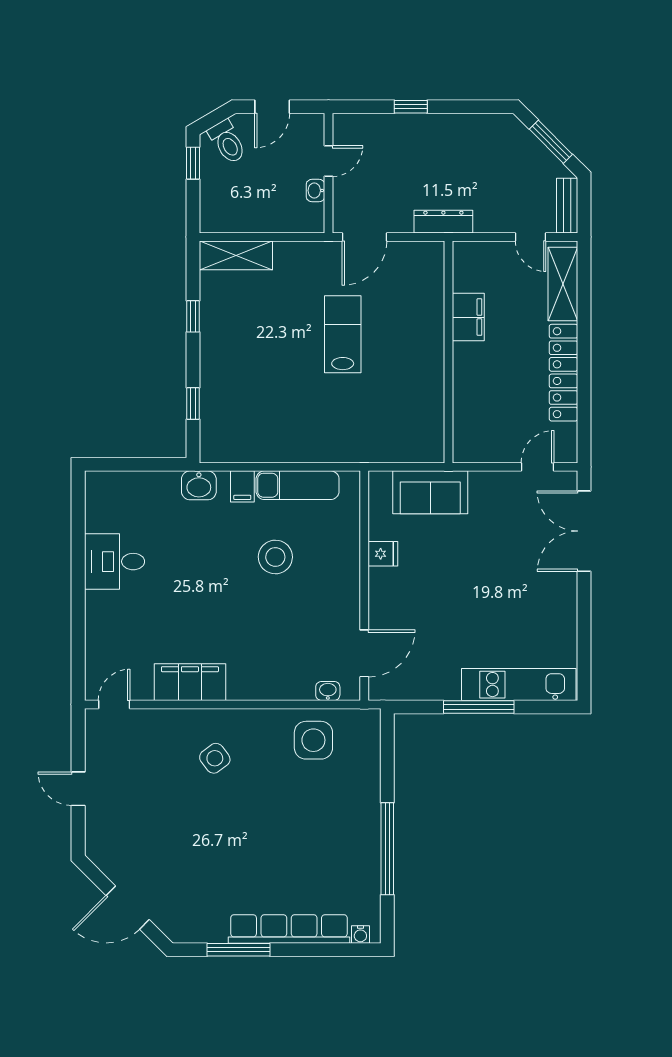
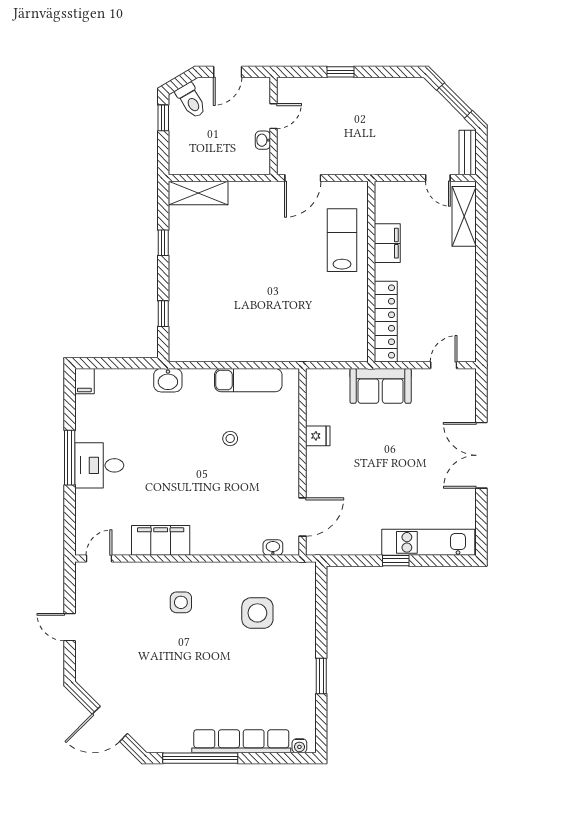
dresser: (443, 222) -> (367, 166), removed
lab bench: (343, 334) -> (342, 240), moved
locker: (563, 373) -> (386, 322), moved, turned 180
filing cabinet: (242, 486) -> (84, 381), moved
sofa: (430, 492) -> (381, 386), moved
double door: (584, 531) -> (481, 455), moved
stool: (275, 557) -> (230, 439), width x0.53, depth x0.53
desk: (115, 562) -> (99, 465), moved
window: (78, 580) -> (70, 458), added
window: (479, 707) -> (396, 561), width x0.46
side table: (313, 740) -> (257, 613), moved
side table: (215, 758) -> (181, 602), turned 37
window: (387, 849) -> (321, 676), width x0.47
window: (239, 950) -> (200, 758), width x1.46

